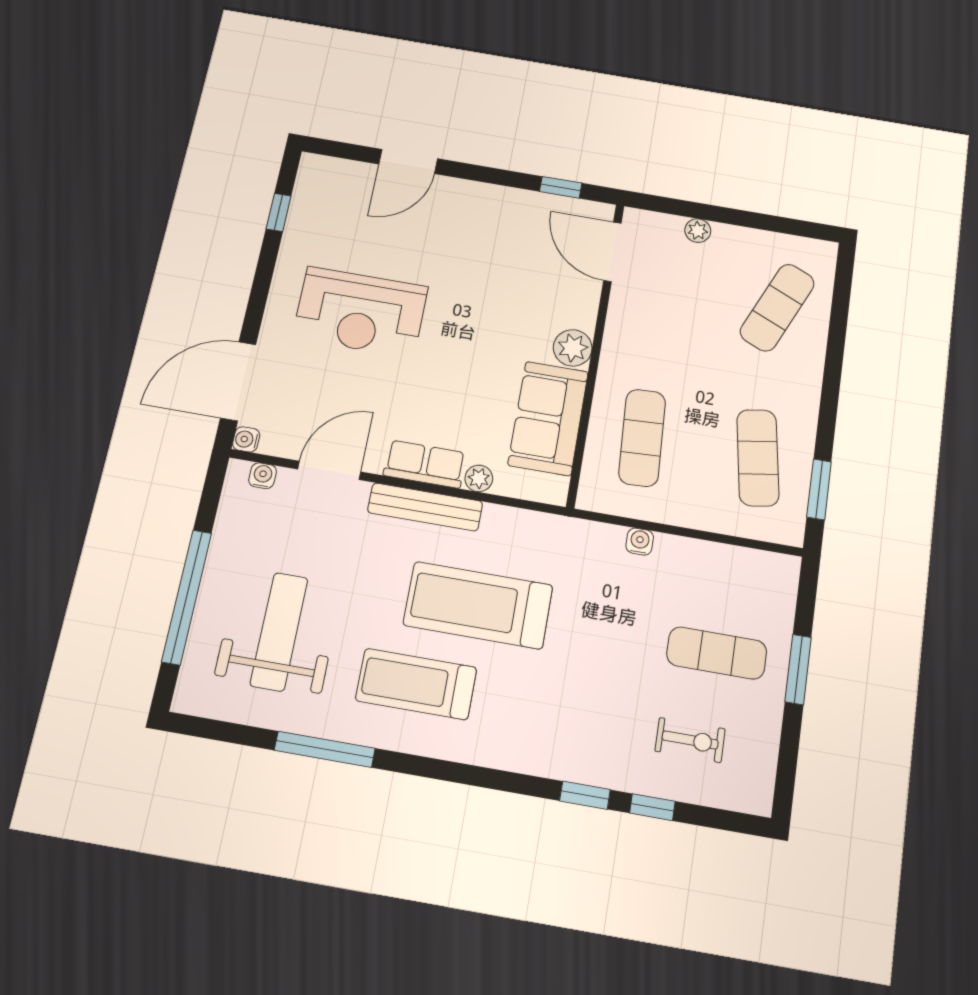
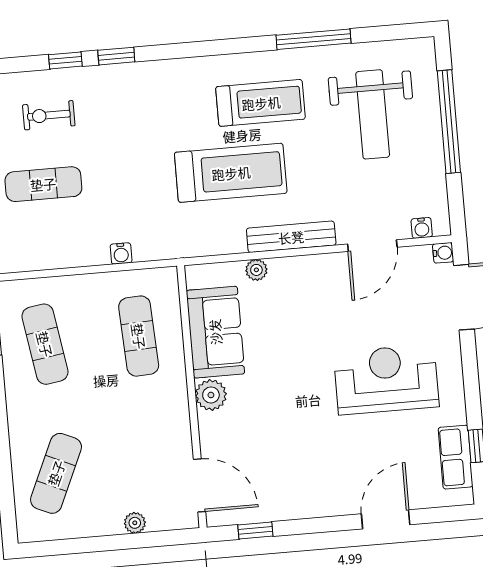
row of seats: (425, 464) -> (456, 457), moved, turned 90

